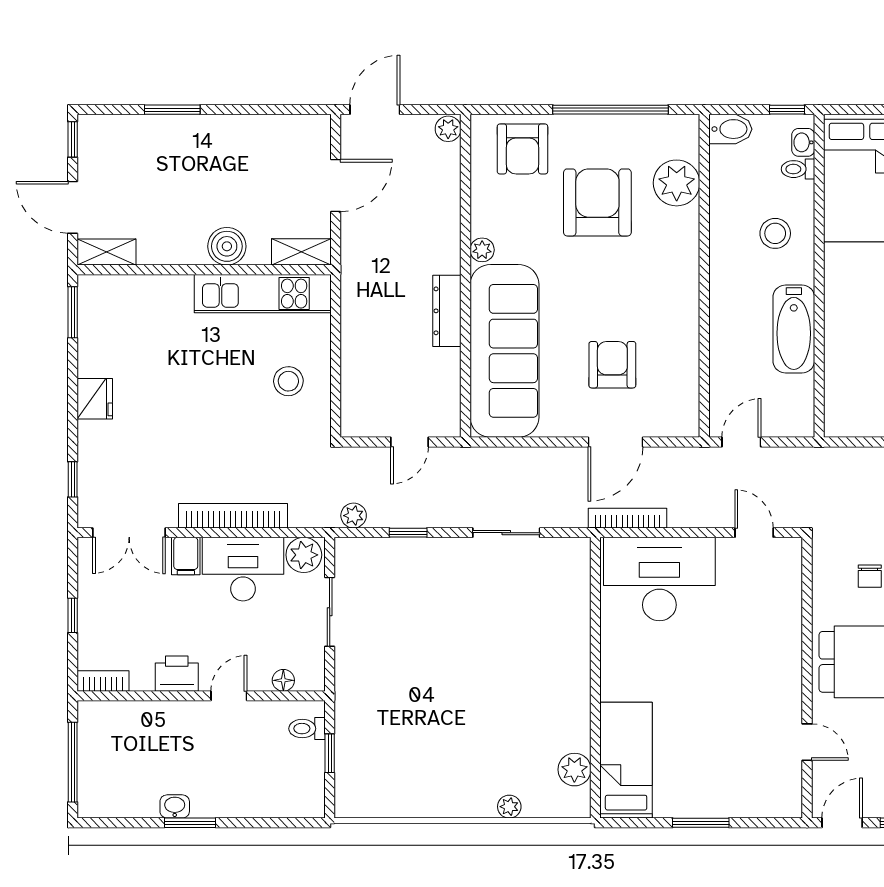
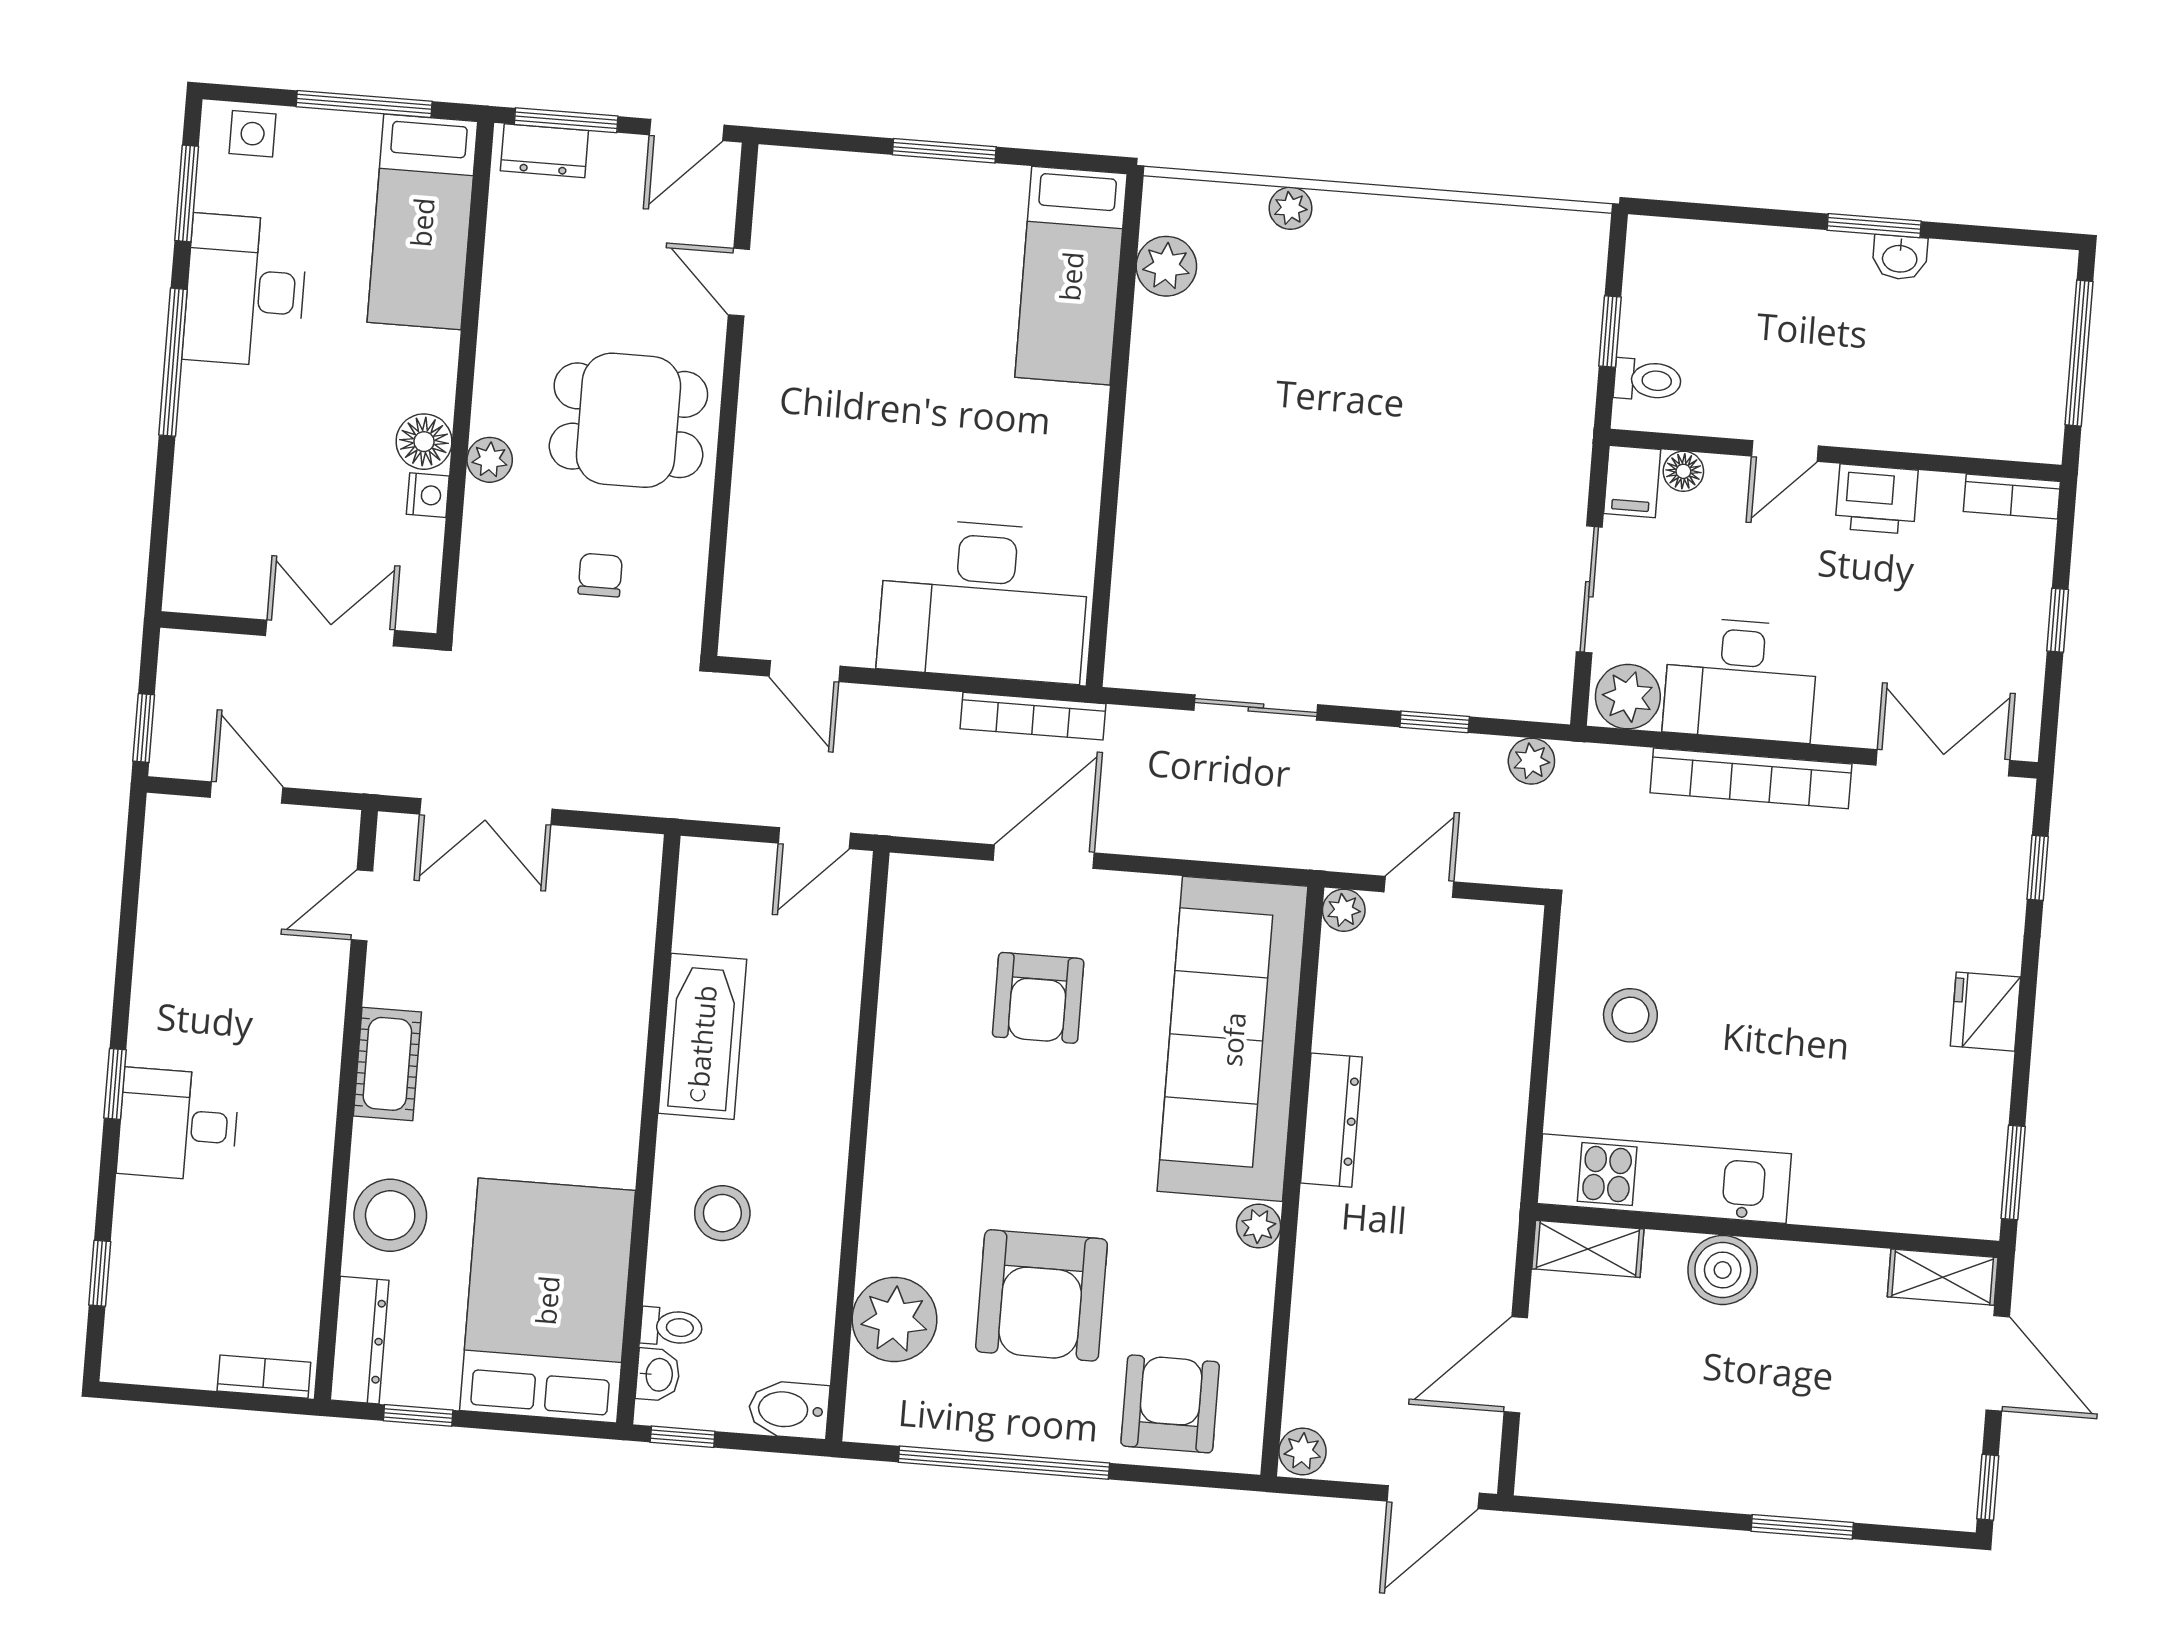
plant: (449, 426) -> (1344, 910), added
filing cabinet: (186, 556) -> (1632, 481), moved, turned 180

